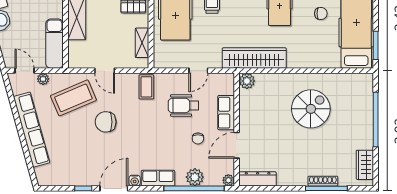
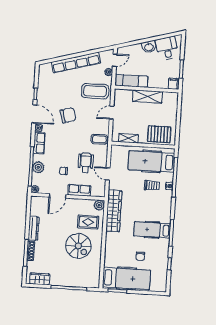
rug: (274, 96) -> (88, 222), added
coffee table: (73, 98) -> (95, 91), turned -67
chair: (106, 122) -> (68, 115), moved, turned 74
door: (237, 145) -> (57, 196), swing flipped
dresser: (258, 179) -> (34, 228), moved

